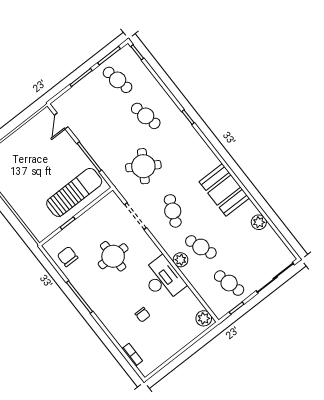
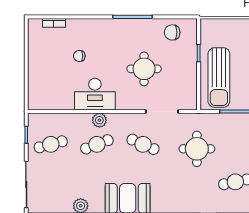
round table: (143, 166) -> (197, 149), turned -32
chair: (68, 257) -> (172, 32), turned 180
plant: (204, 318) -> (38, 102), removed

